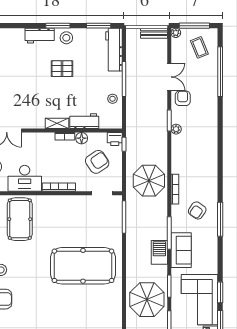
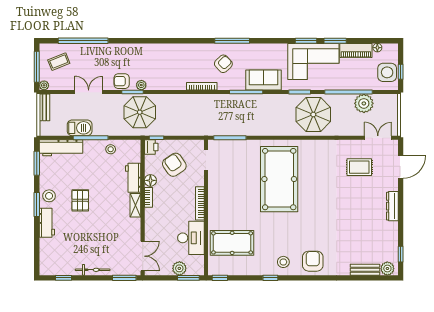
armchair: (183, 98) -> (122, 81), moved
parasol: (149, 181) -> (140, 112), moved
armchair: (197, 210) -> (223, 64), turned -78
barbecue: (159, 252) -> (80, 128), moved, turned 180

